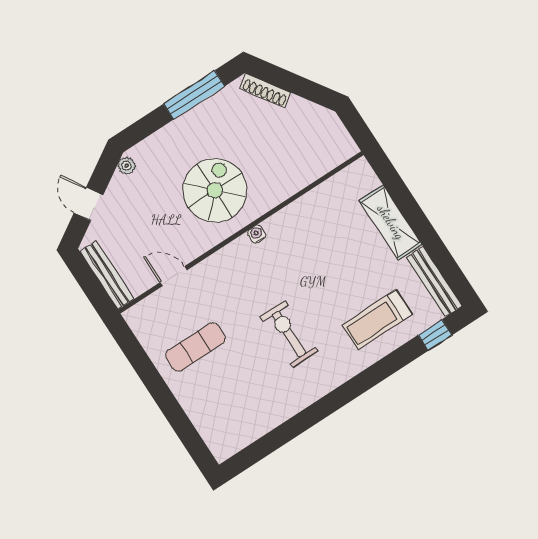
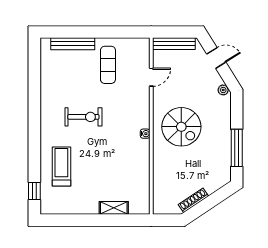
shoe rack: (265, 91) -> (193, 200), moved
shelving: (391, 222) -> (114, 208), width x0.67, depth x0.75
bench: (434, 282) -> (73, 44), moved

